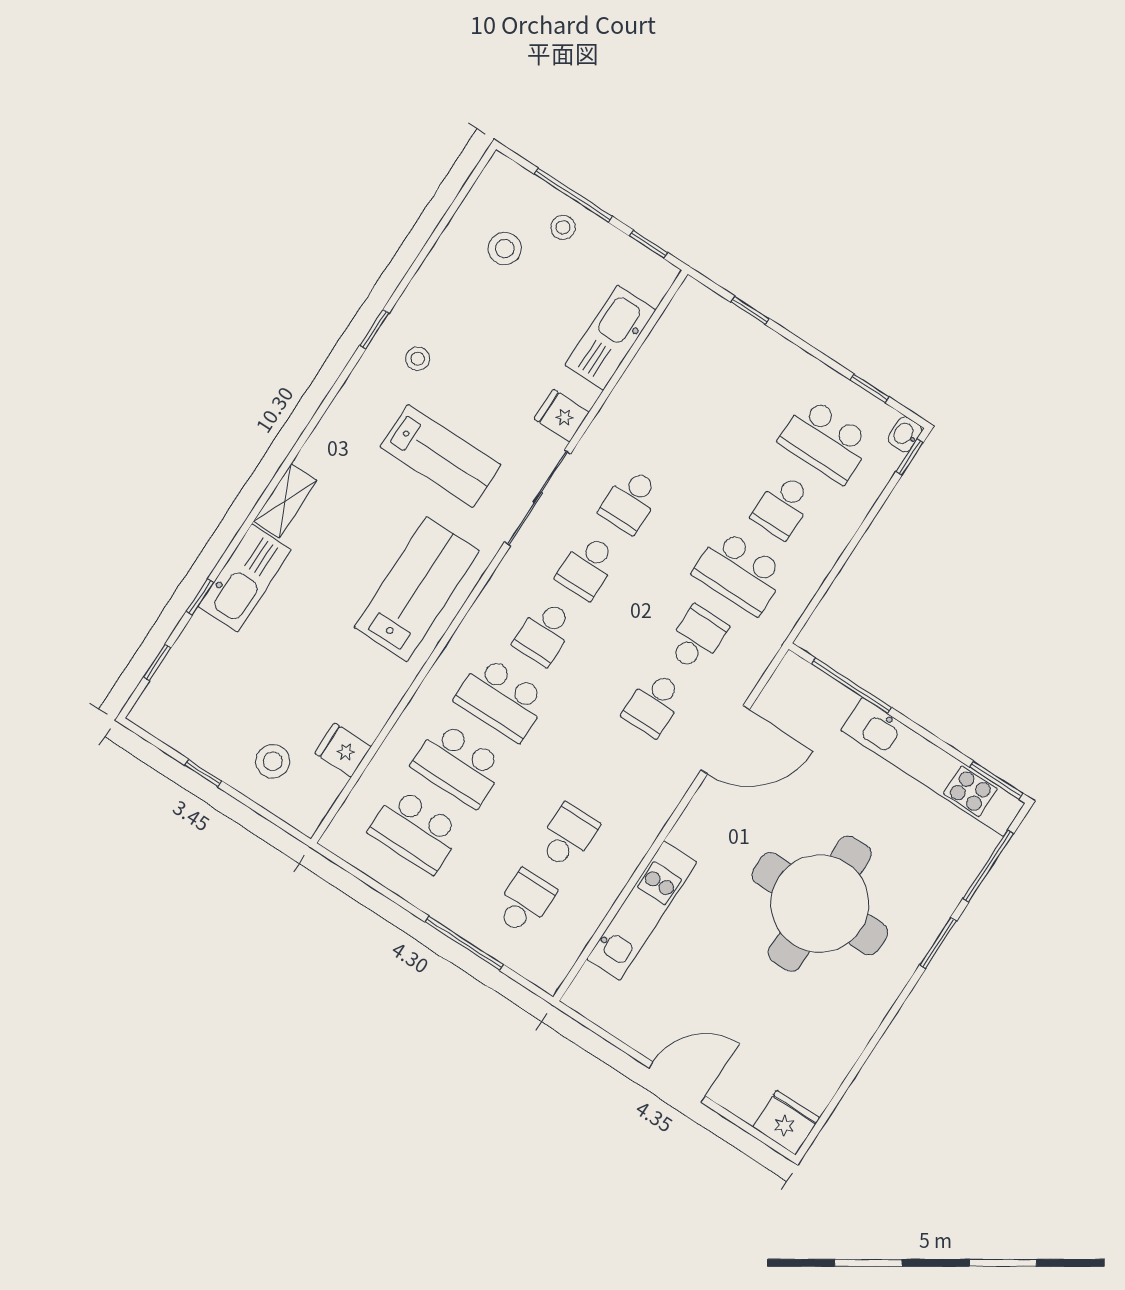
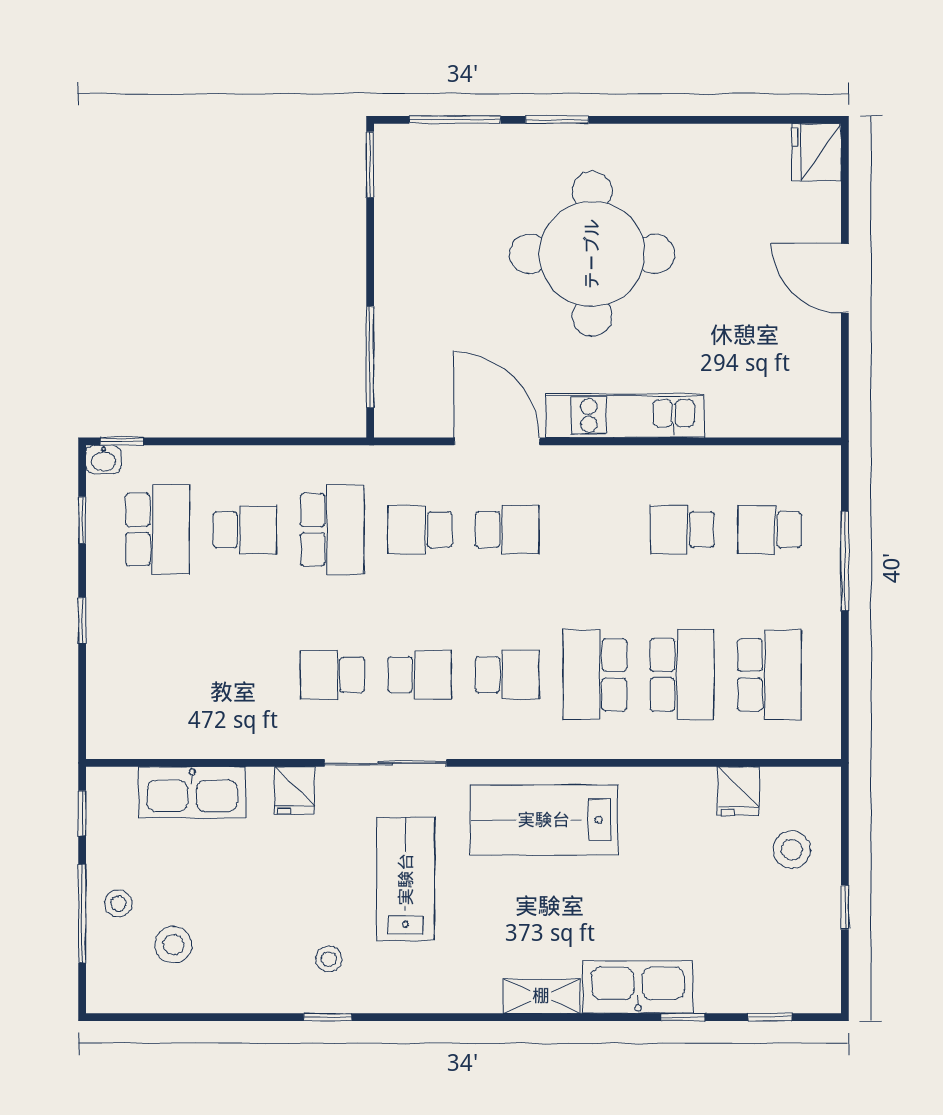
window: (750, 310) -> (82, 620), moved
school desk: (630, 501) -> (332, 675), turned 180
school desk: (501, 699) -> (595, 675), turned 180
kitchen unit: (933, 767) -> (396, 232), removed
kitchen unit: (642, 910) -> (625, 415), moved

